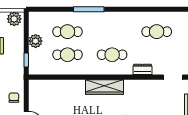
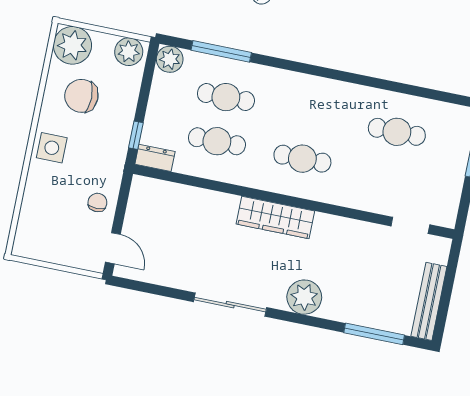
window: (89, 9) -> (221, 51), moved
plant: (36, 41) -> (170, 59), moved
dresser: (142, 69) -> (155, 158), moved

